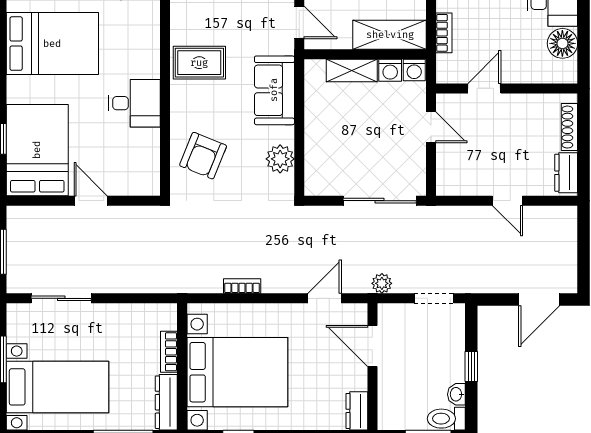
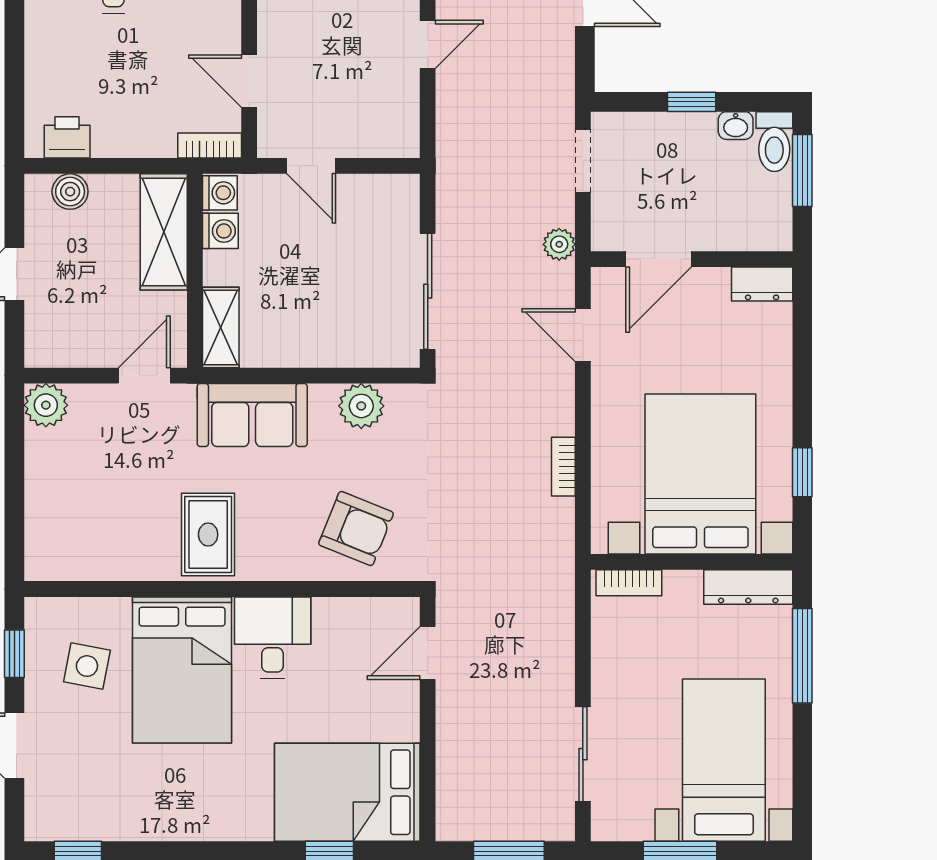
bookcase: (444, 33) -> (210, 145), moved
bed: (52, 44) -> (182, 670), moved, turned 180
shelving: (352, 71) -> (221, 327), moved
door: (431, 127) -> (311, 166), swing flipped
door: (91, 201) -> (428, 653), moved
sliding door: (380, 201) -> (428, 291), moved
bookcase: (169, 352) -> (629, 583), moved

